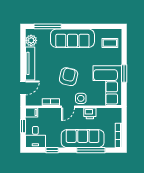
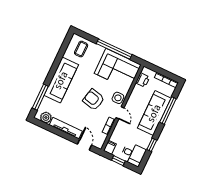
window: (124, 74) -> (114, 49), width x2.11
printer: (90, 113) -> (143, 80), moved

